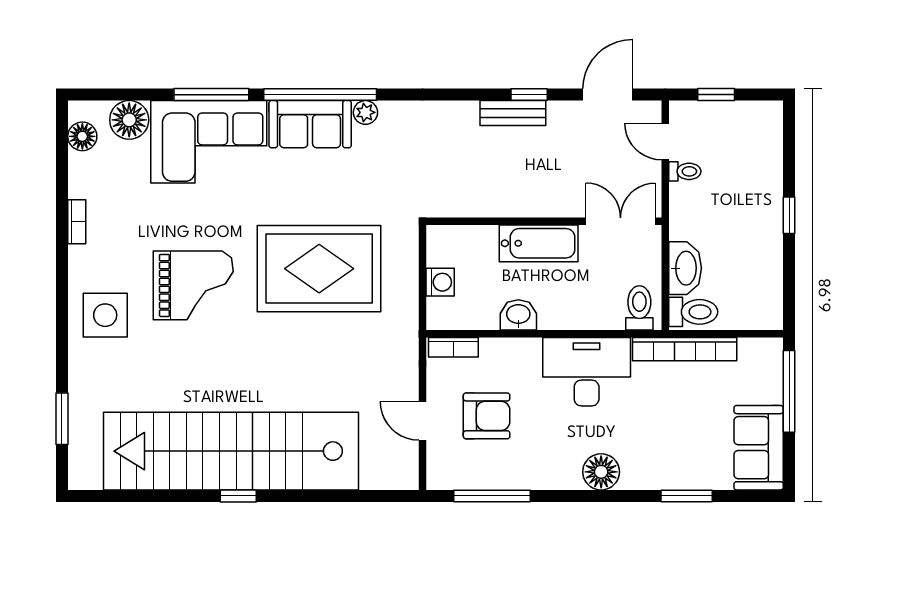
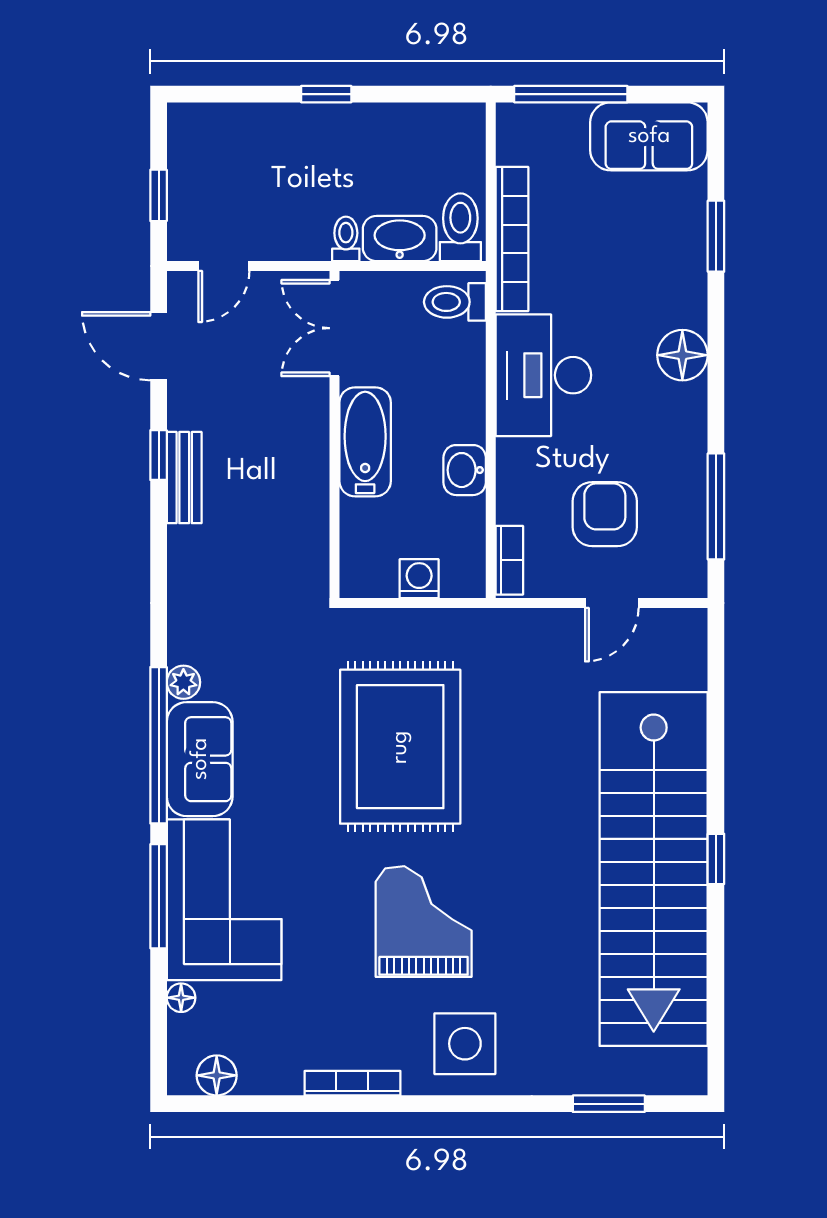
floor lamp: (129, 120) -> (181, 998), width x0.53, depth x0.53
toilet: (685, 171) -> (346, 239), moved
bookcase: (77, 222) -> (352, 1083), width x1.56

